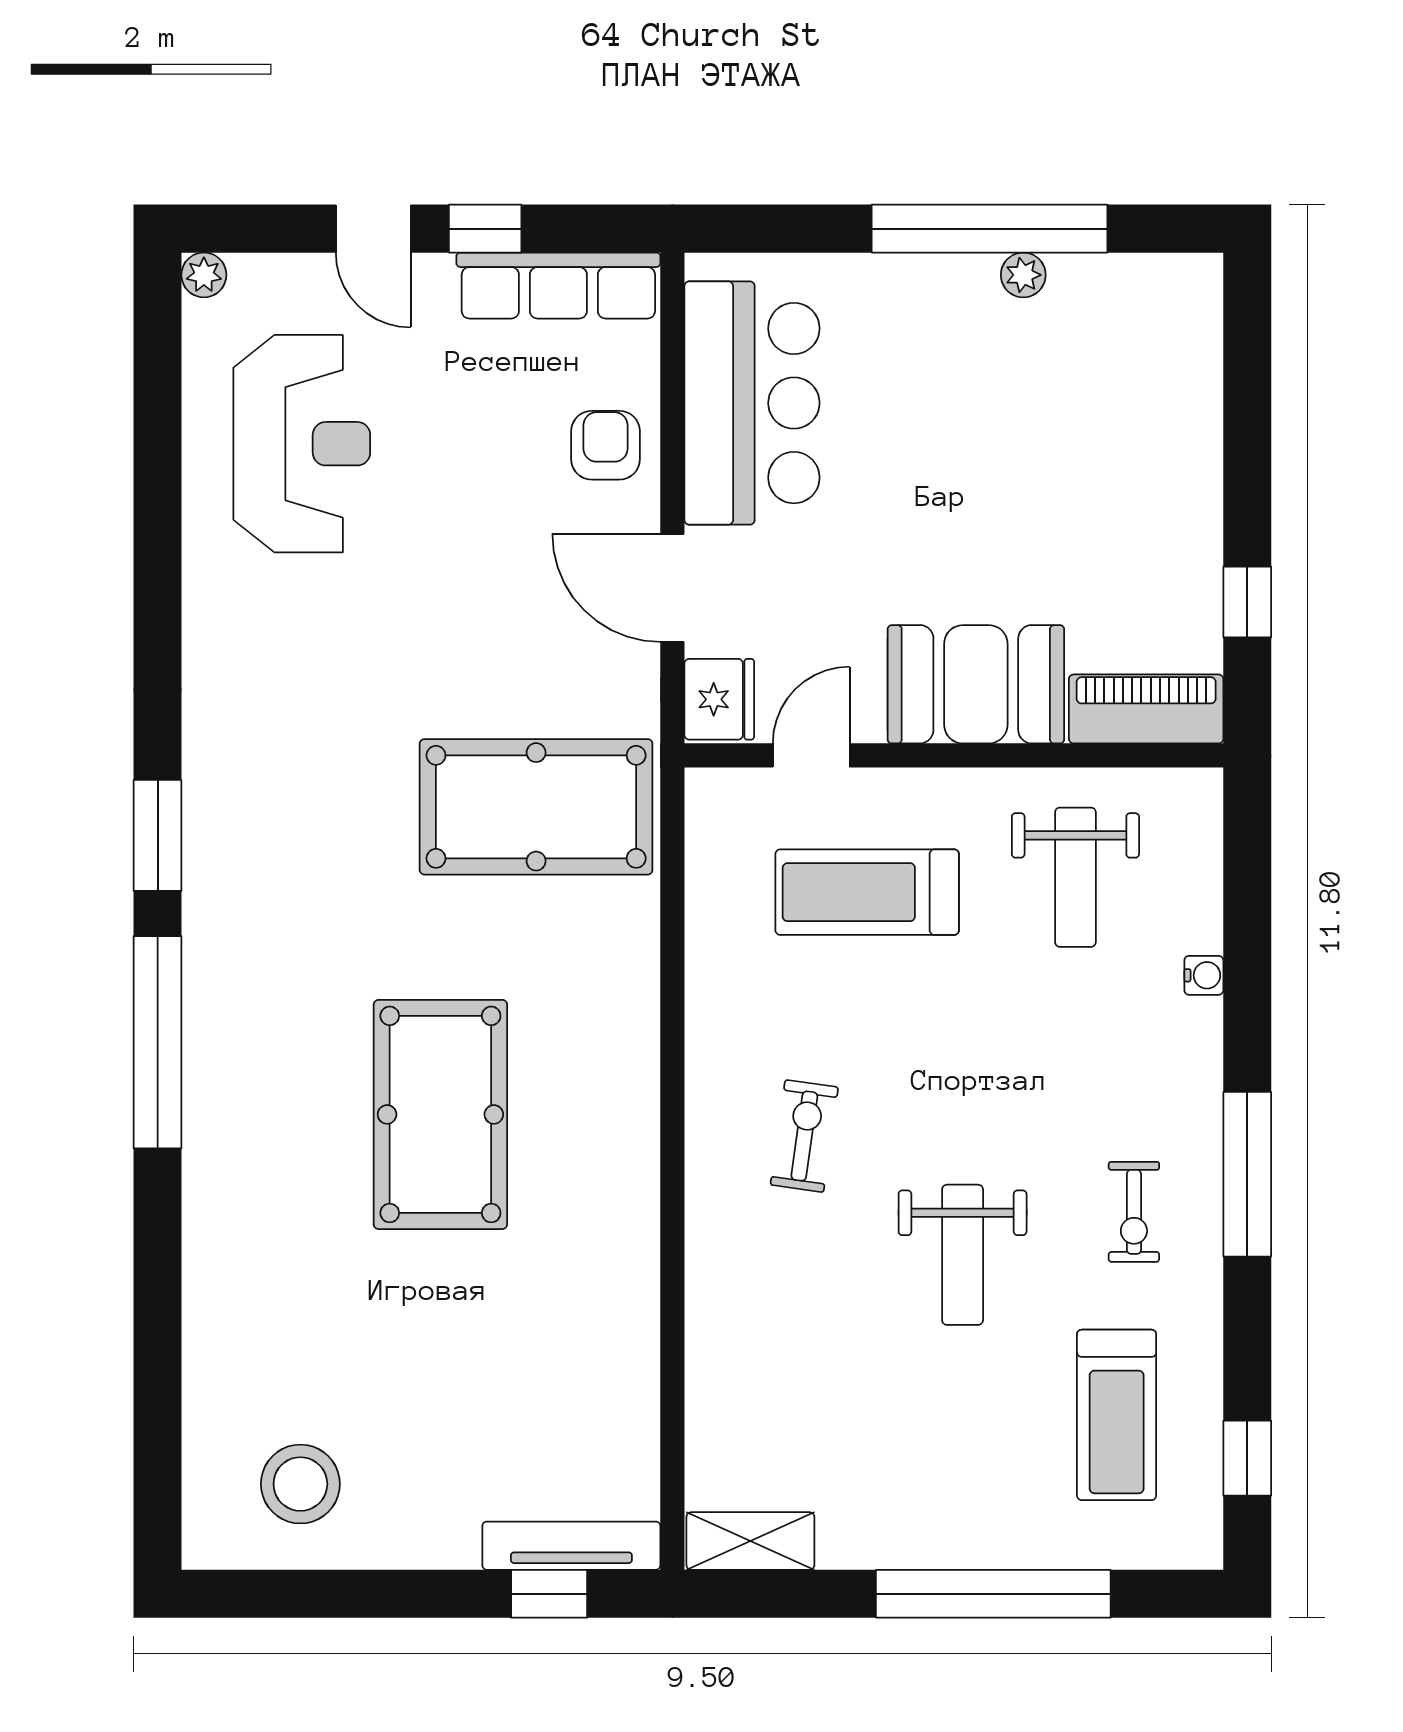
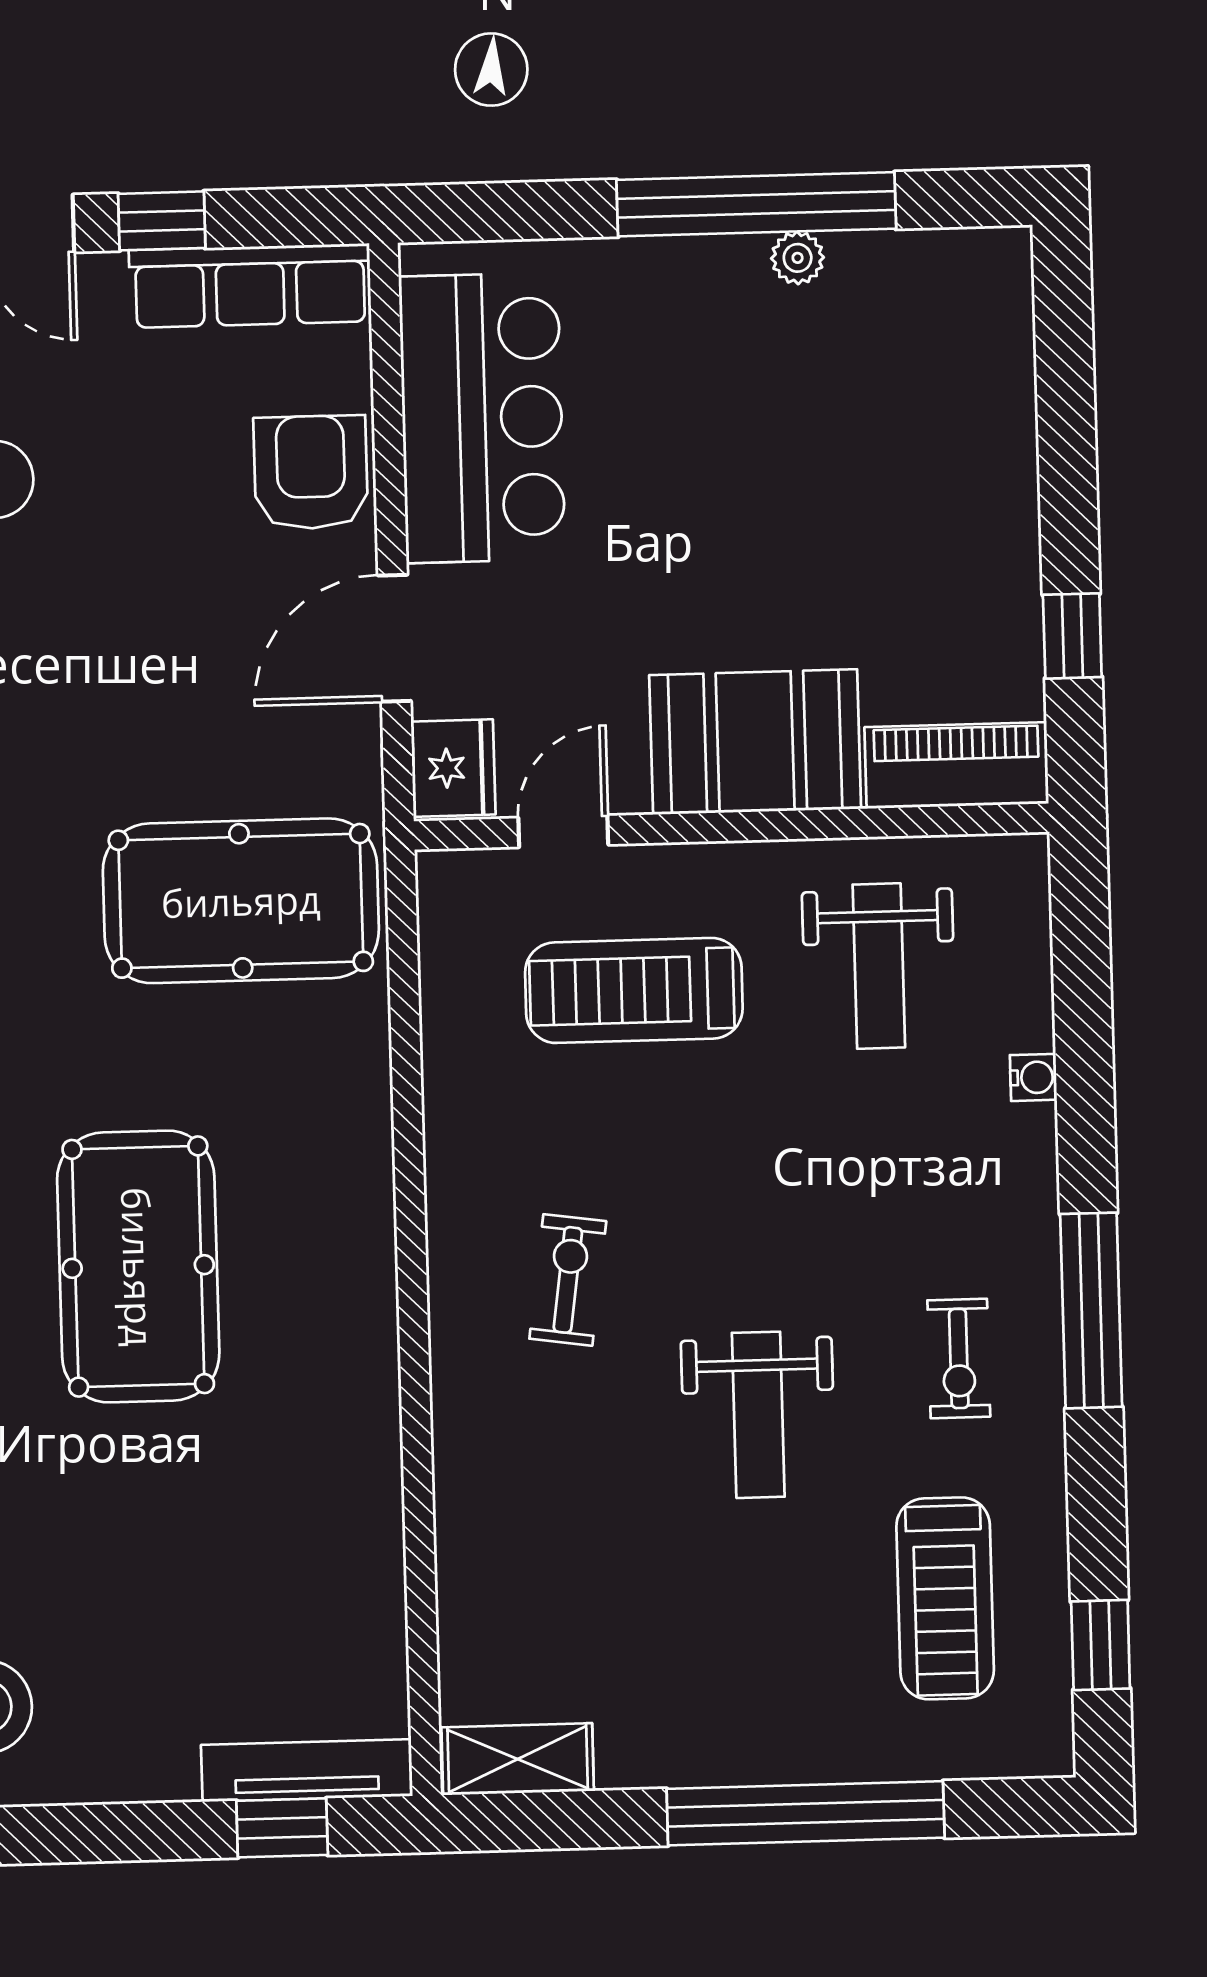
armchair: (606, 445) -> (311, 472), width x1.38, depth x1.38
door: (672, 588) -> (394, 638), hinge flipped

